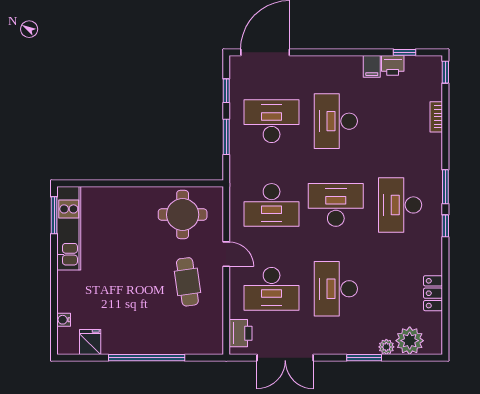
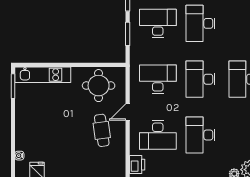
desk: (272, 205) -> (158, 79), turned 180
desk: (336, 205) -> (201, 79), turned -90
kitchen unit: (69, 228) -> (43, 75), moved, turned 90
door: (226, 254) -> (128, 112), swing flipped

